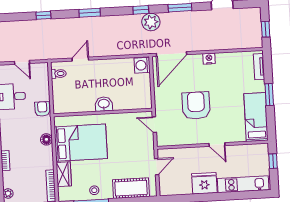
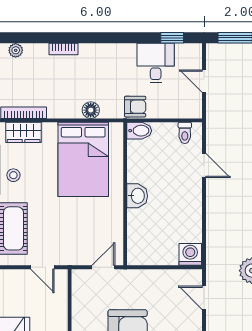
door: (171, 54) -> (204, 298), width x0.53
door: (22, 62) -> (204, 81), hinge flipped
bidet: (59, 105) -> (139, 131), added
wardrobe: (64, 174) -> (24, 132), moved

